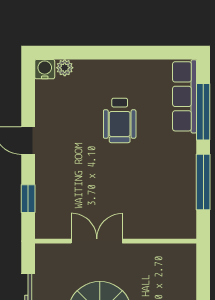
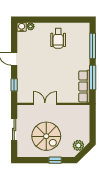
row of seats: (185, 96) -> (84, 86), moved
wheelchair: (120, 120) -> (58, 38), moved

